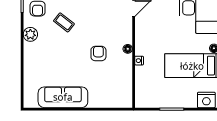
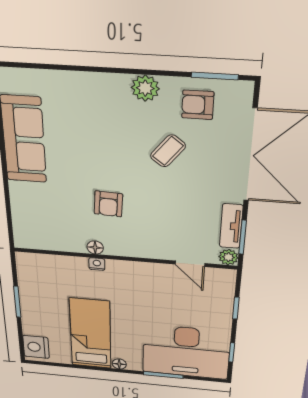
floor lamp: (128, 49) -> (95, 248), moved
armchair: (98, 53) -> (108, 204), turned 93

